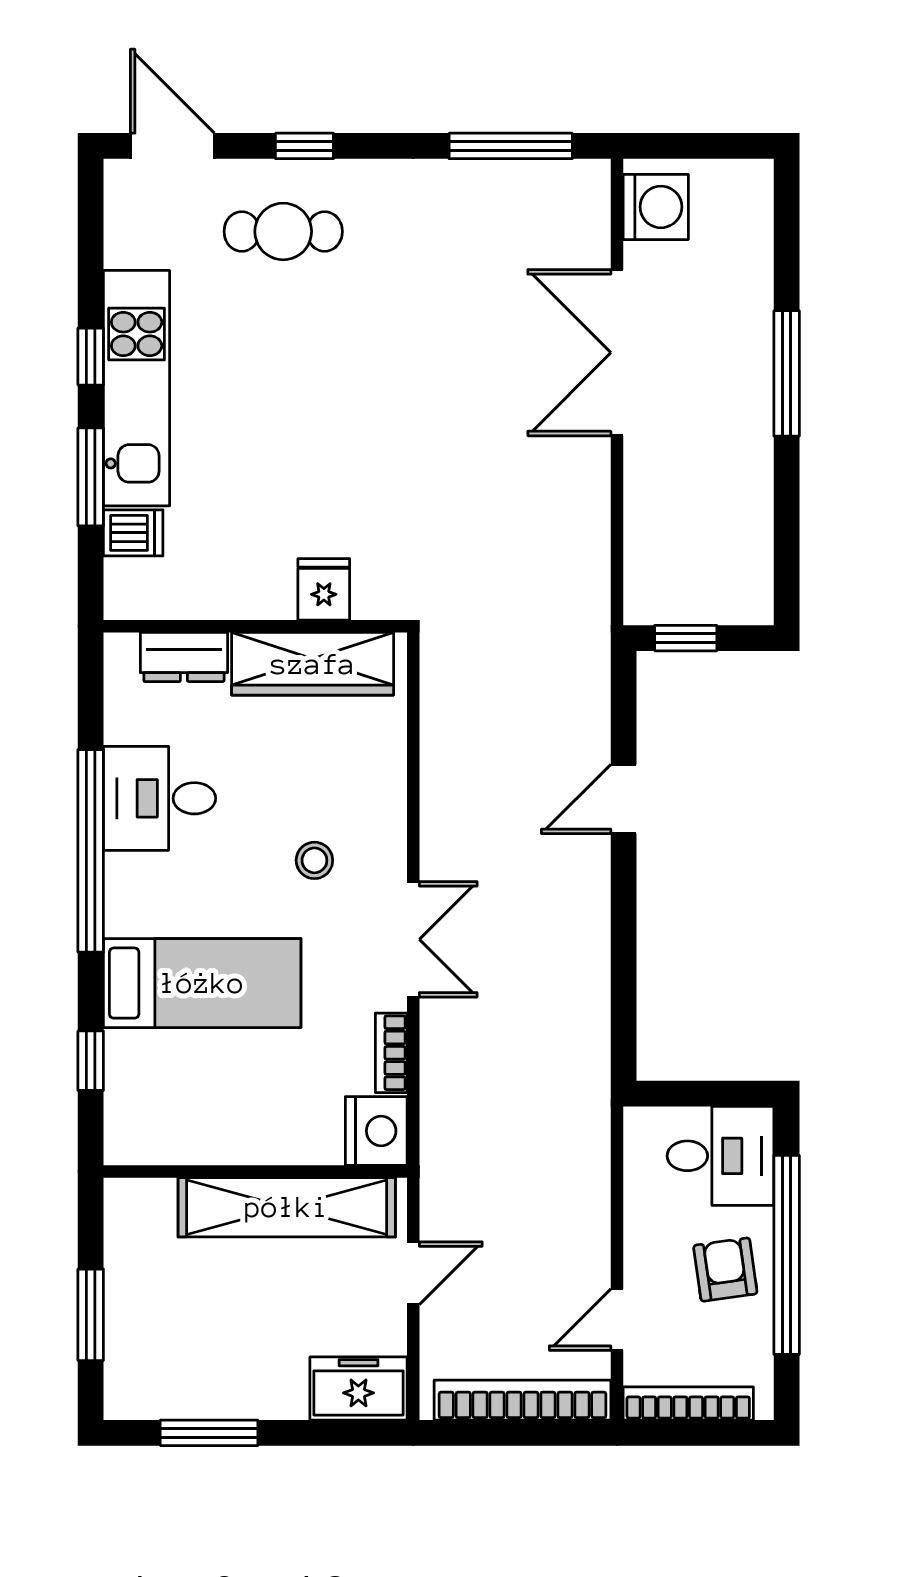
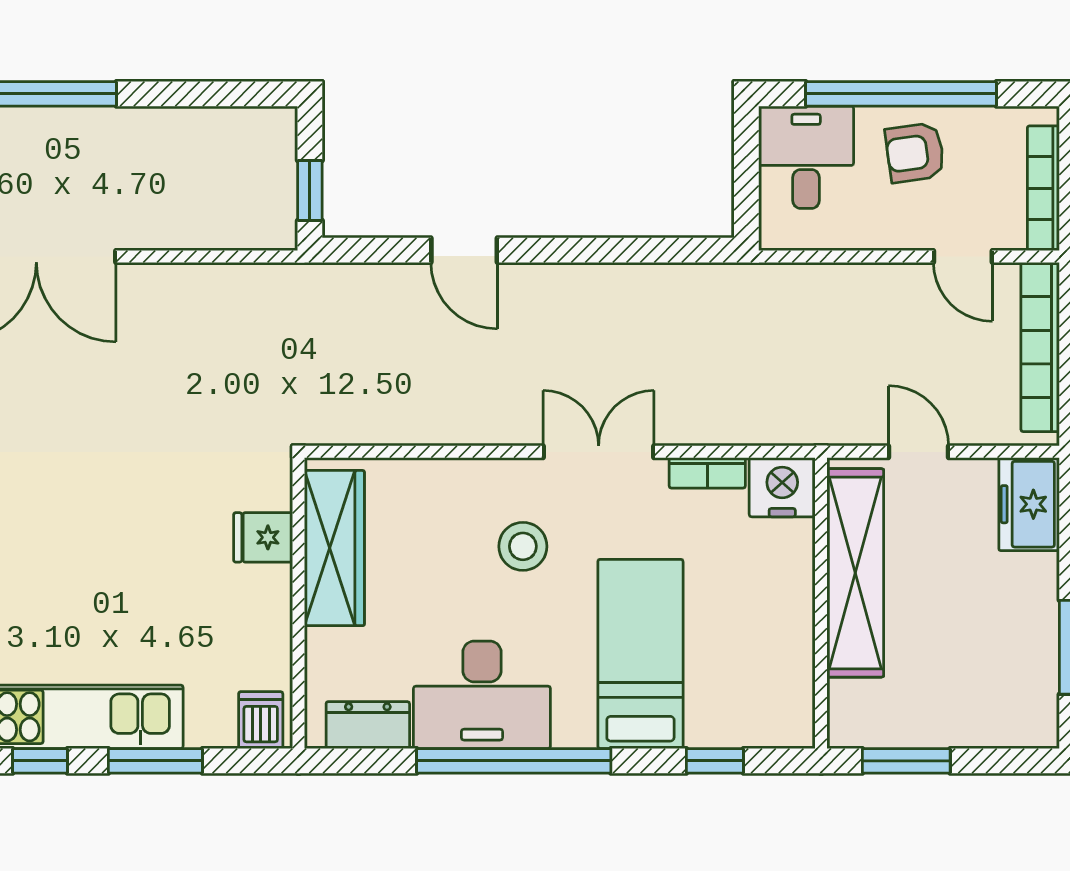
dishwasher: (133, 533) -> (261, 720), moved
dresser: (184, 657) -> (368, 725), moved, turned -90
desk: (160, 798) -> (482, 695), width x1.37
stool: (314, 860) -> (523, 546), width x1.37, depth x1.37
window: (91, 1315) -> (906, 761), moved

